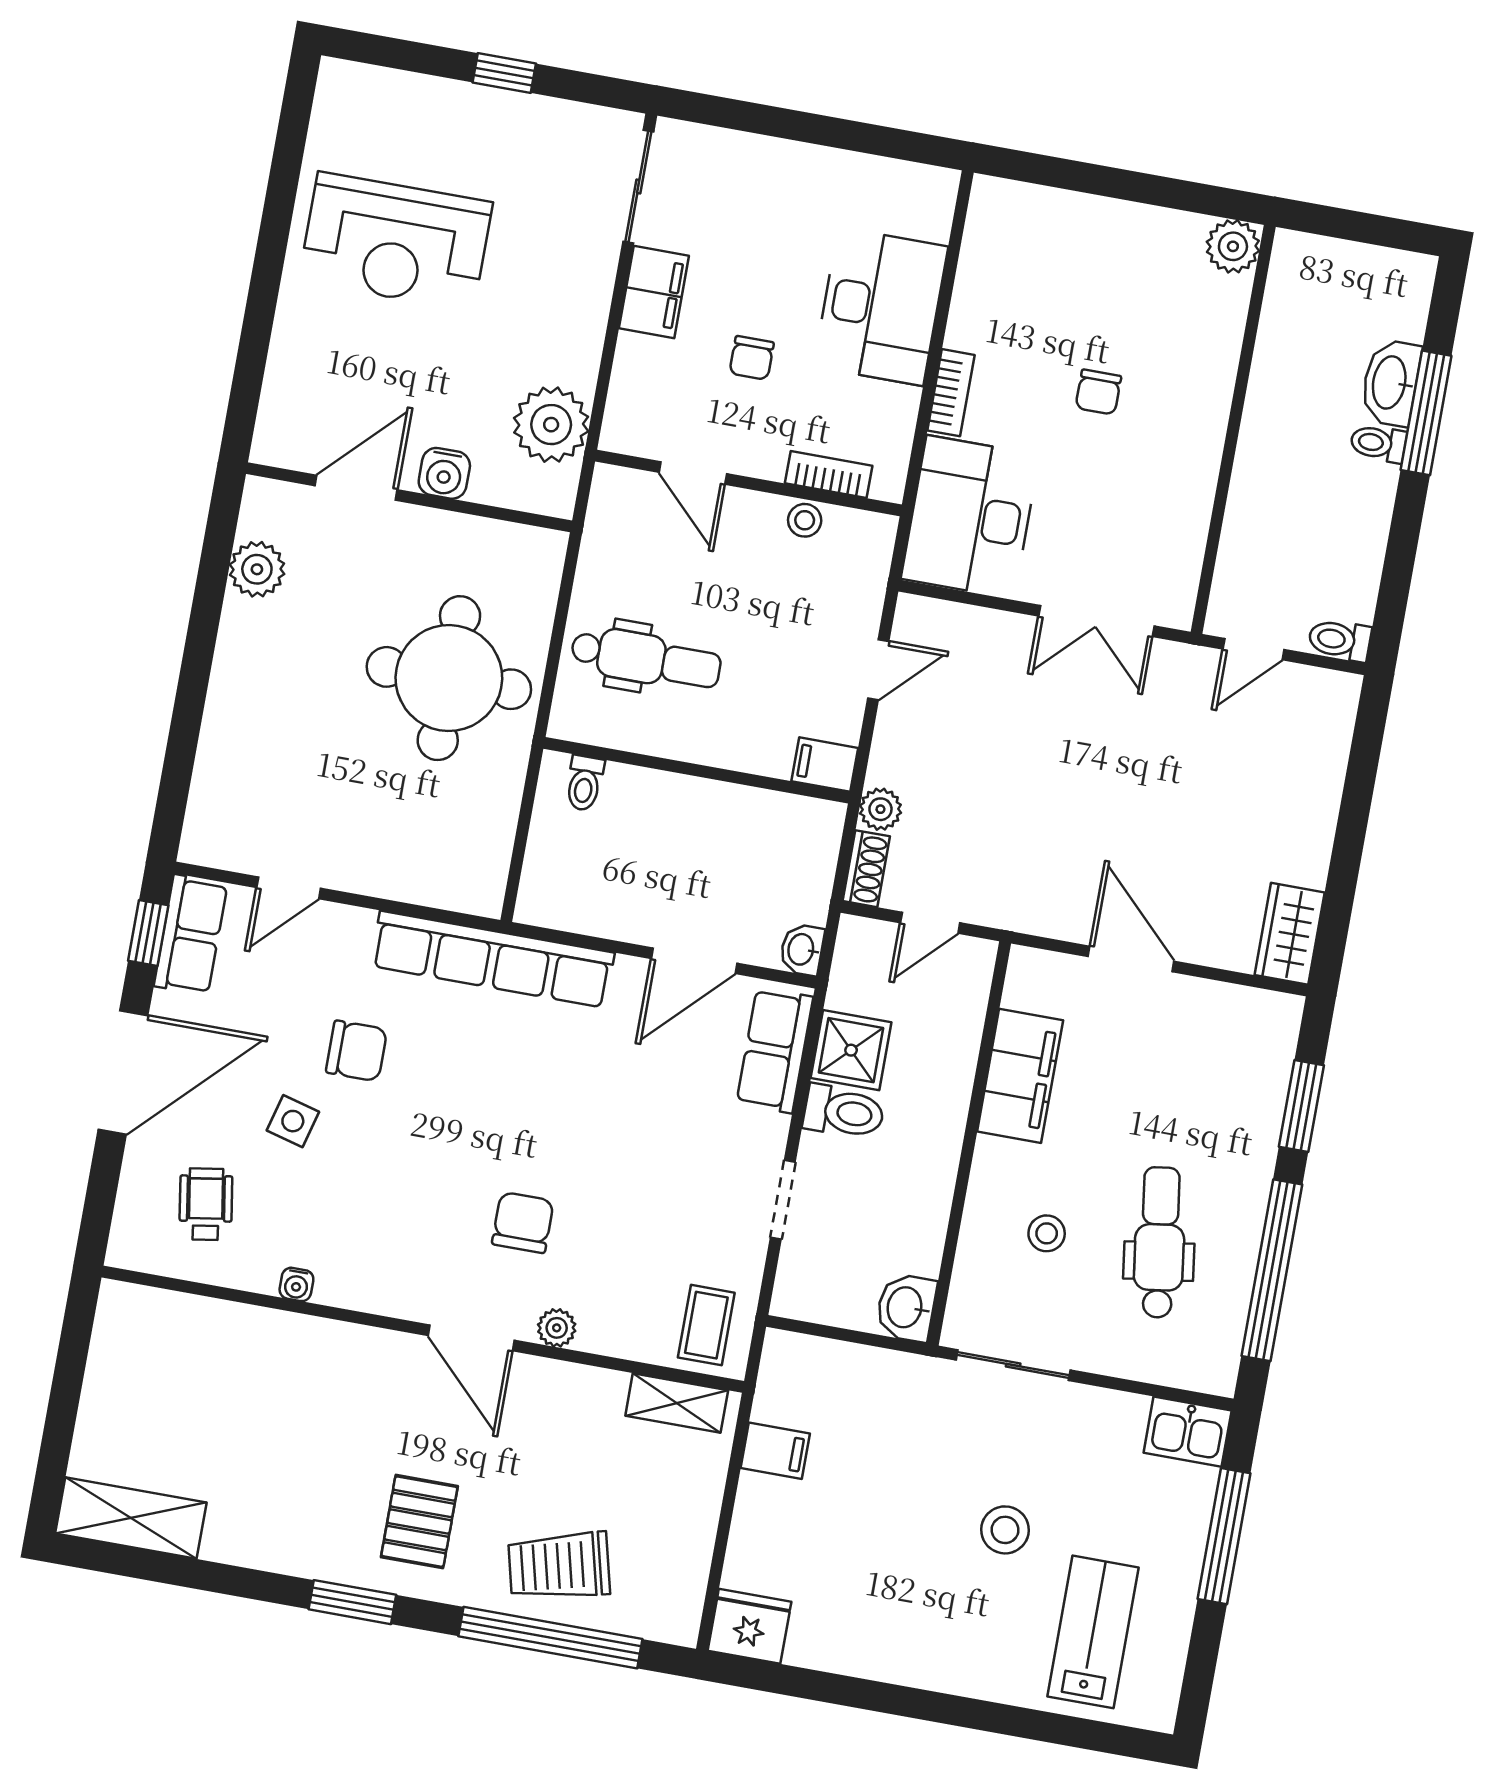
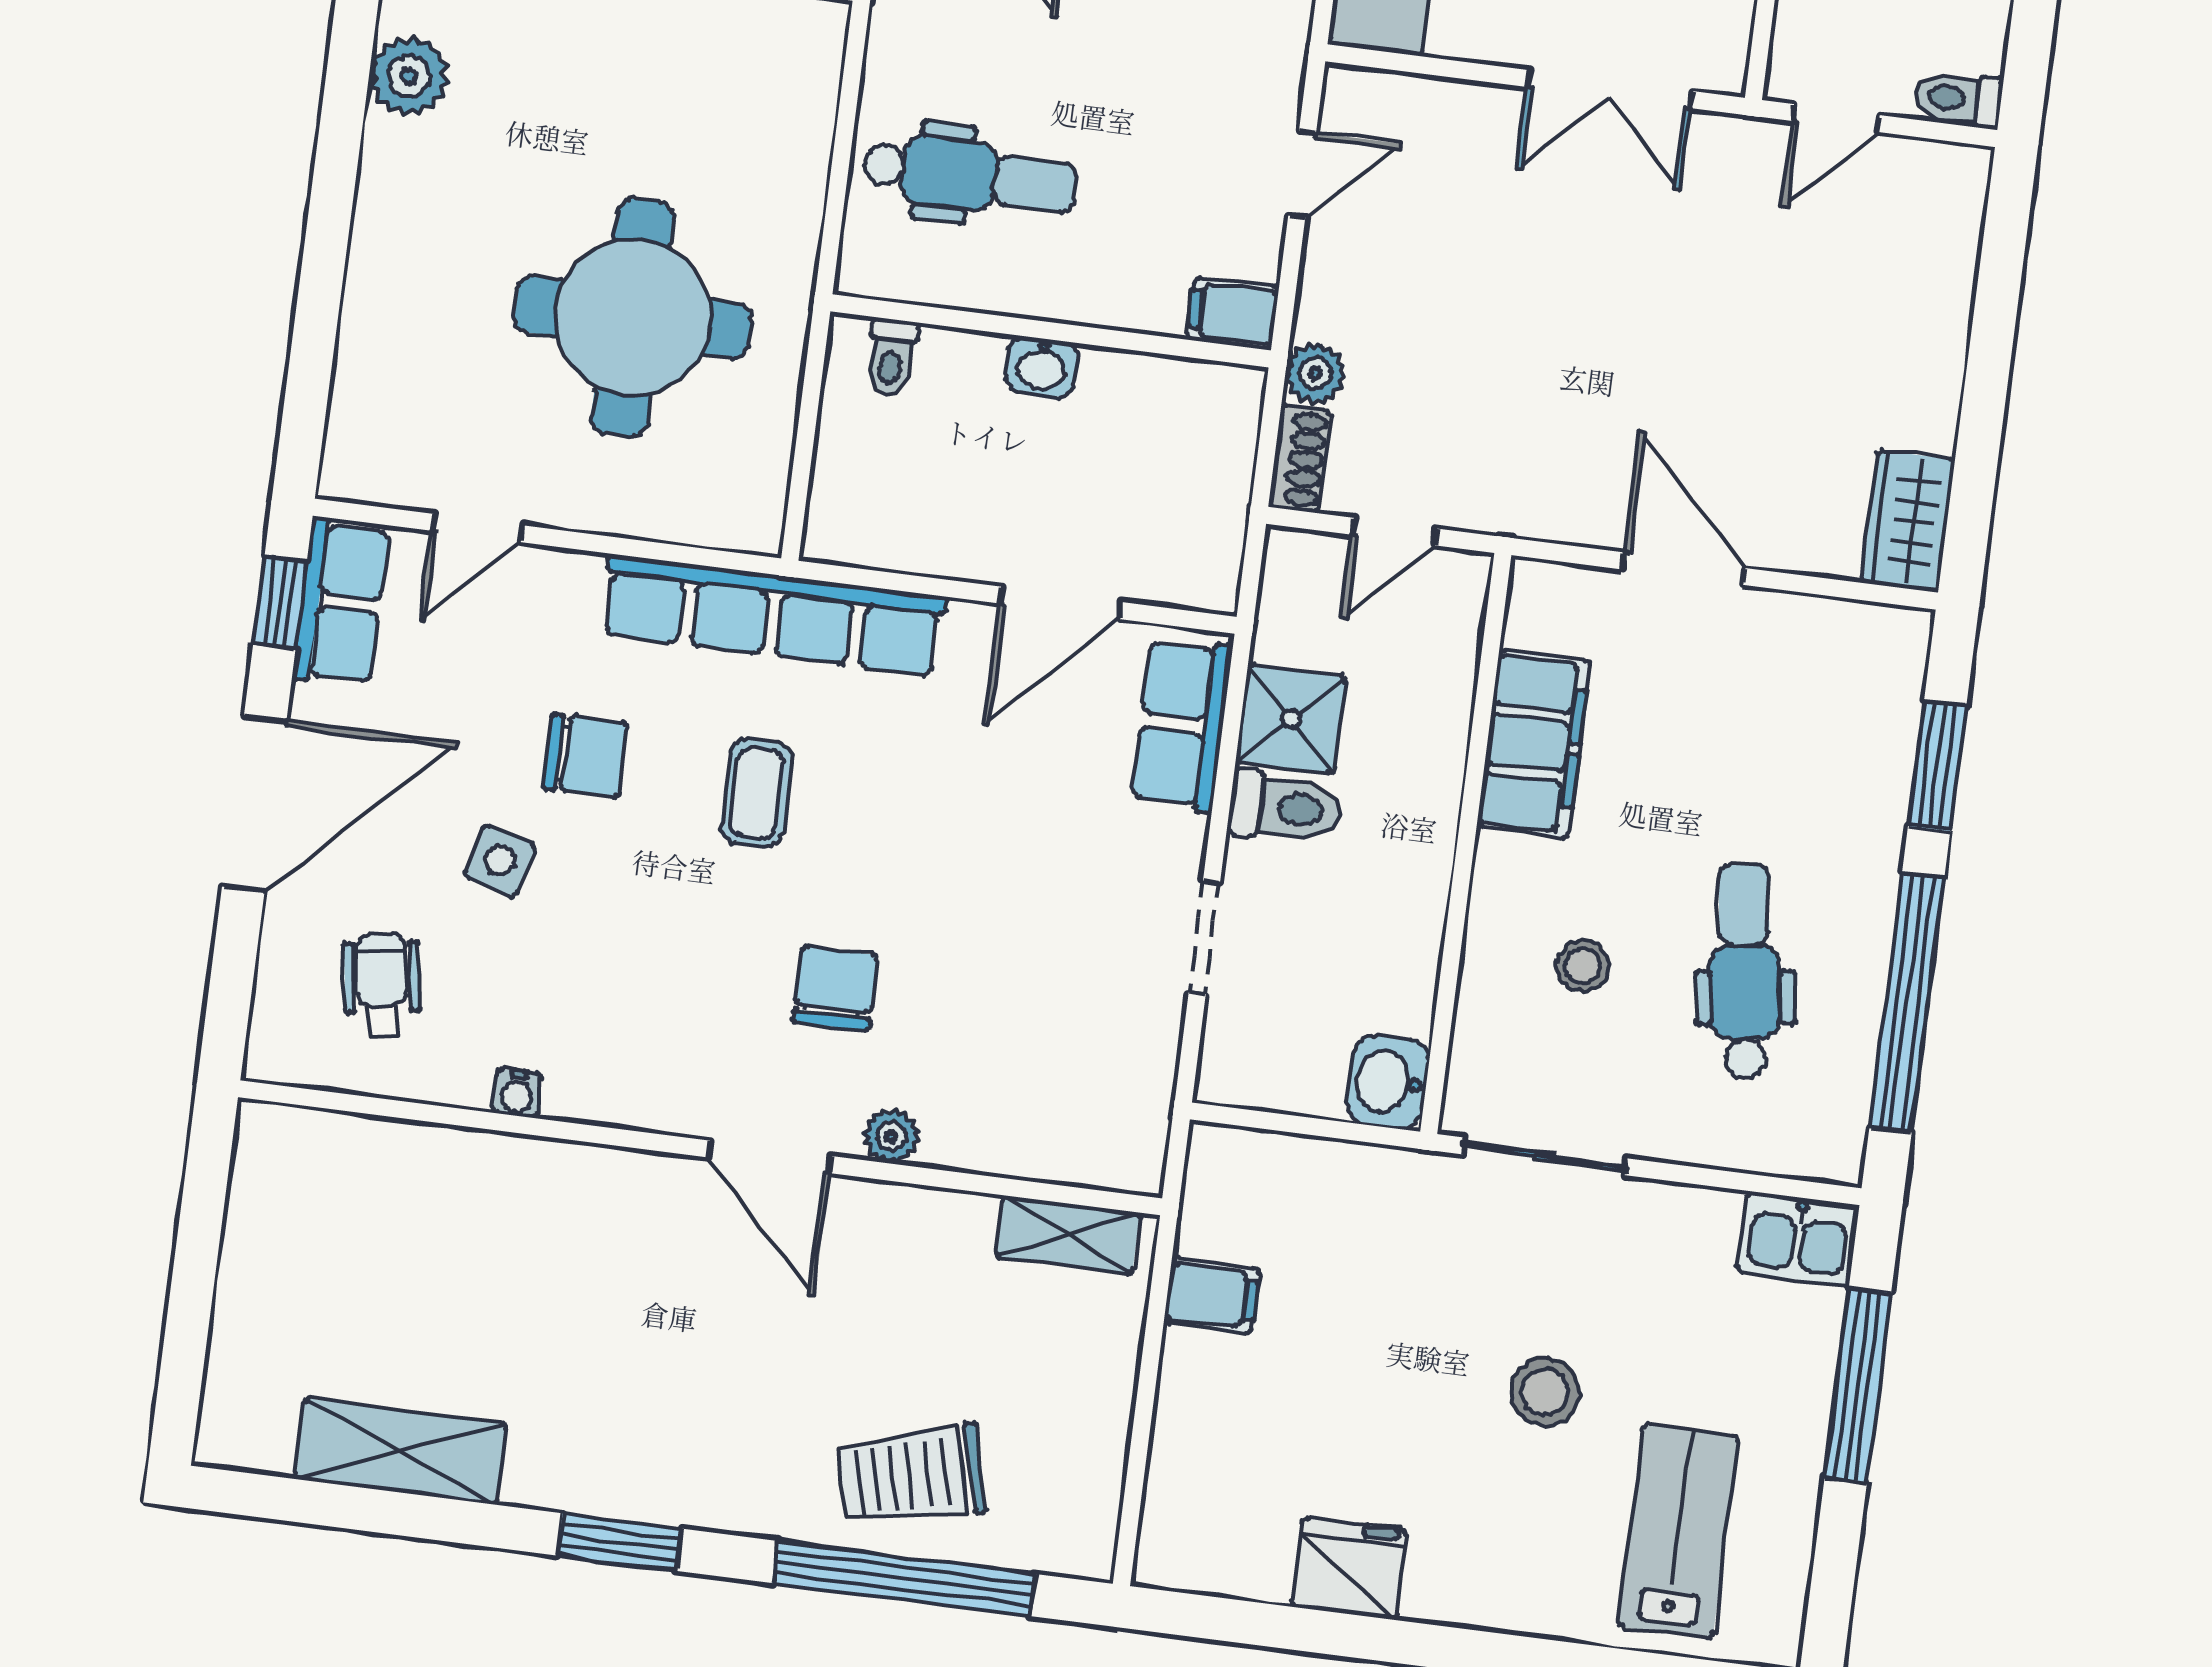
round table: (449, 678) -> (632, 317), moved
washbasin: (802, 950) -> (1042, 366), moved, turned -90
coffee table: (706, 1325) -> (757, 793), moved
shelving: (131, 1518) -> (401, 1451), moved
pallet: (419, 1522) -> (709, 1422), removed
fridge: (749, 1626) -> (1349, 1569), moved

